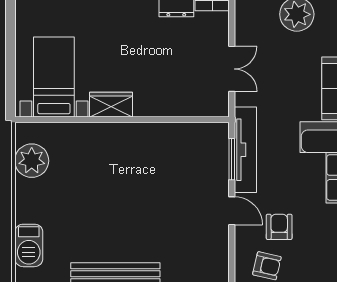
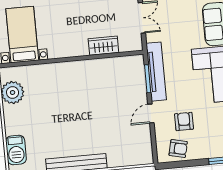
wardrobe: (111, 105) -> (103, 46), moved
door: (232, 211) -> (151, 114), swing flipped

